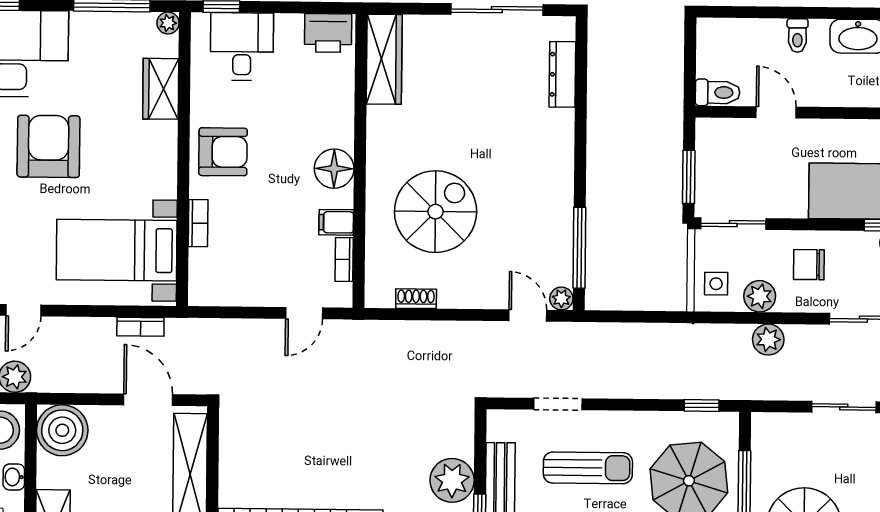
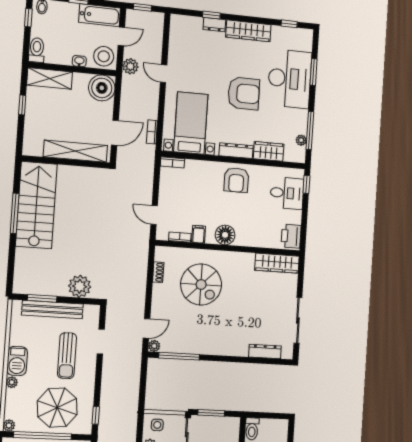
plant: (168, 23) -> (301, 140), moved
dresser: (164, 156) -> (236, 151), added
bookcase: (198, 223) -> (172, 162), moved
plant: (452, 480) -> (80, 286), moved

